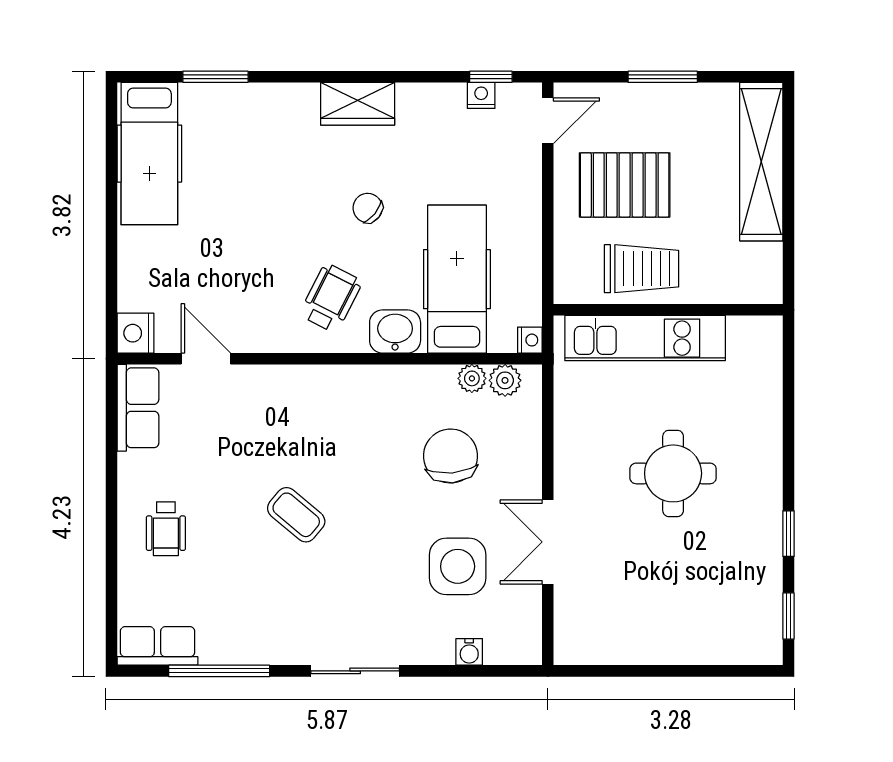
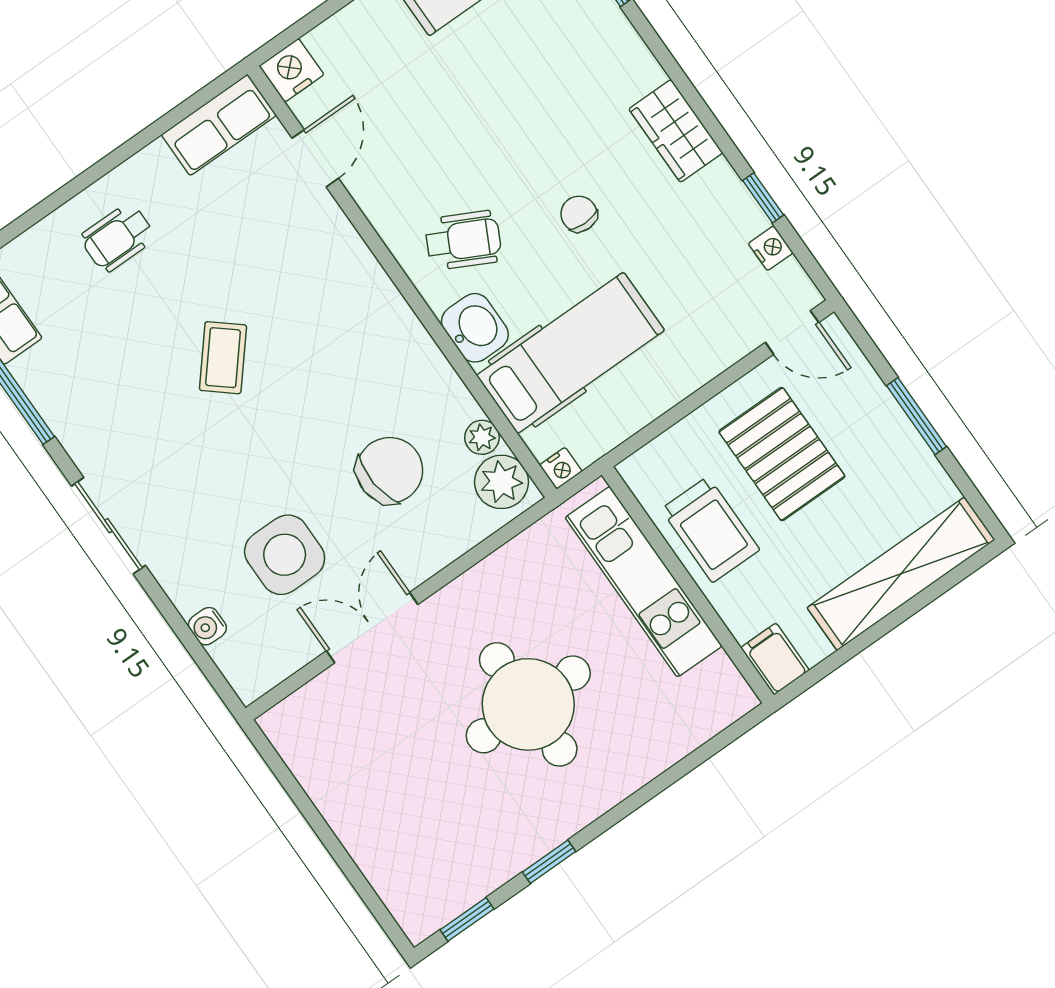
window: (491, 77) -> (763, 198), moved
chair: (368, 208) -> (579, 214), turned -39
filing cabinet: (759, 286) -> (775, 659), added
plant: (505, 380) -> (501, 482), width x1.38, depth x1.38
round table: (673, 473) -> (528, 704), width x1.36, depth x1.36

